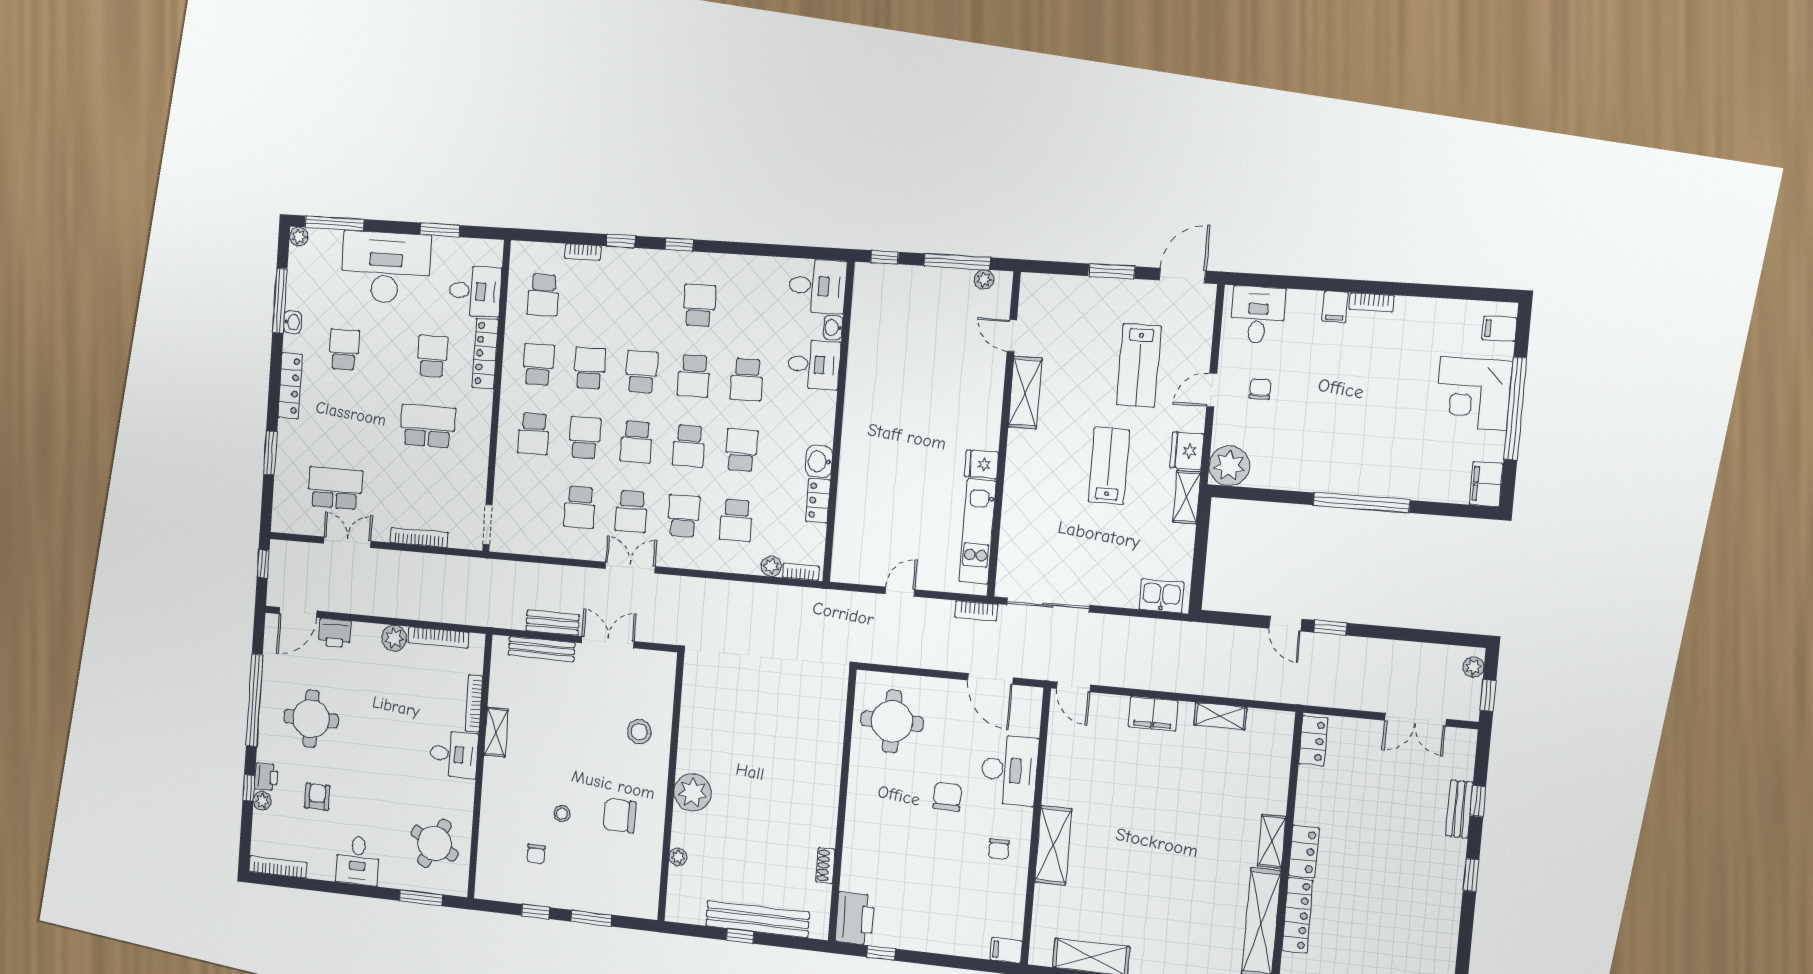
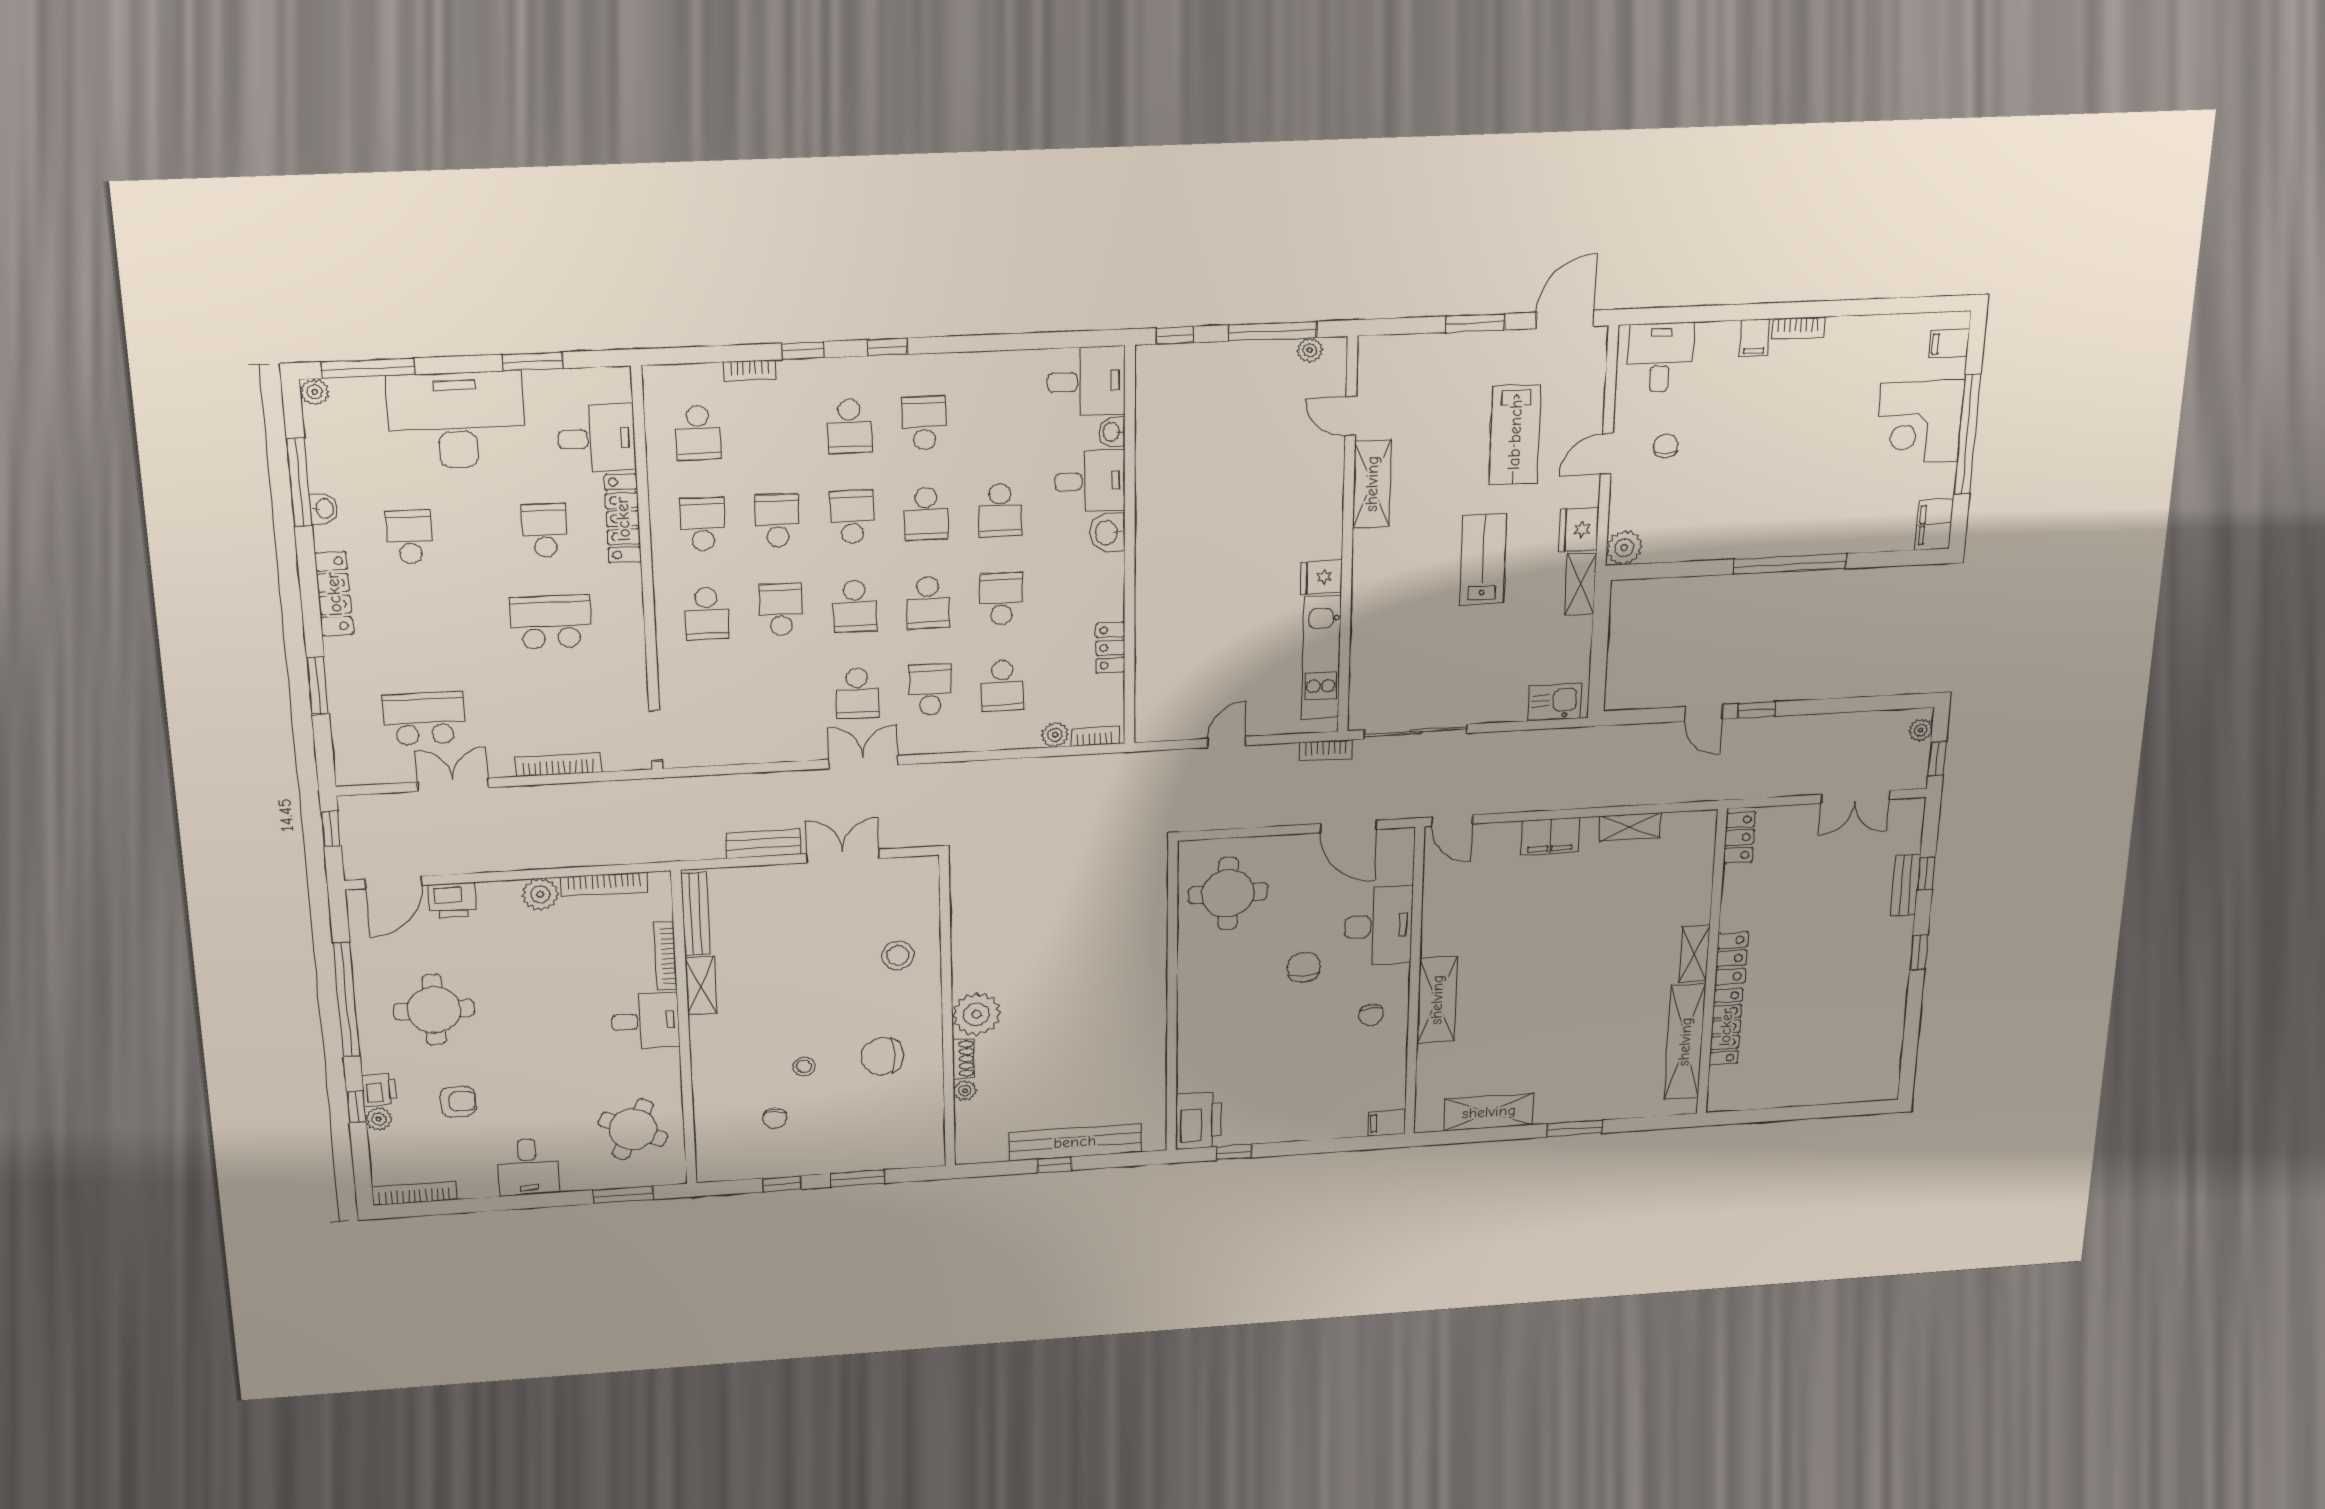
washbasin: (819, 461) -> (1107, 533), moved
plant: (1229, 466) -> (1624, 548), width x0.73, depth x0.73
school desk: (580, 507) -> (849, 426), moved
bench: (542, 649) -> (696, 914), moved, turned 90
armchair: (317, 797) -> (458, 1102), turned 90
shoe rack: (825, 866) -> (964, 1059), moved, turned 180

